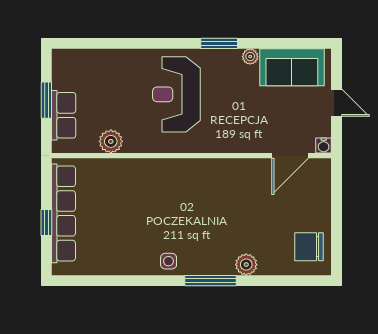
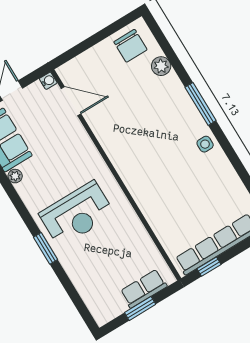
window: (219, 43) -> (46, 248), moved
plant: (111, 141) -> (142, 242), removed
window: (46, 222) -> (209, 267), moved
plant: (246, 265) -> (161, 66), moved

